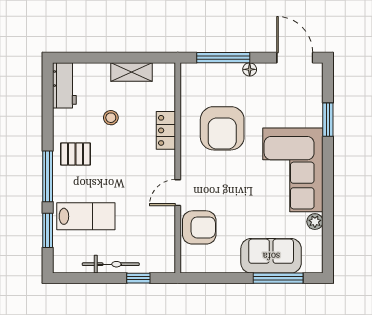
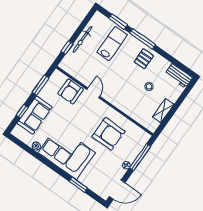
armchair: (222, 128) -> (108, 134), turned 180
locker: (166, 130) -> (126, 107), removed
lab bench: (86, 216) -> (112, 44), turned 180
window: (221, 278) -> (41, 85), added
window: (278, 278) -> (22, 111), width x0.46

